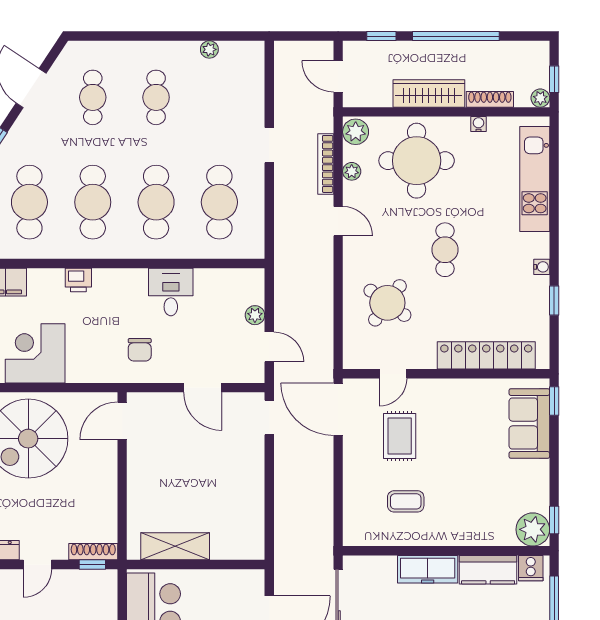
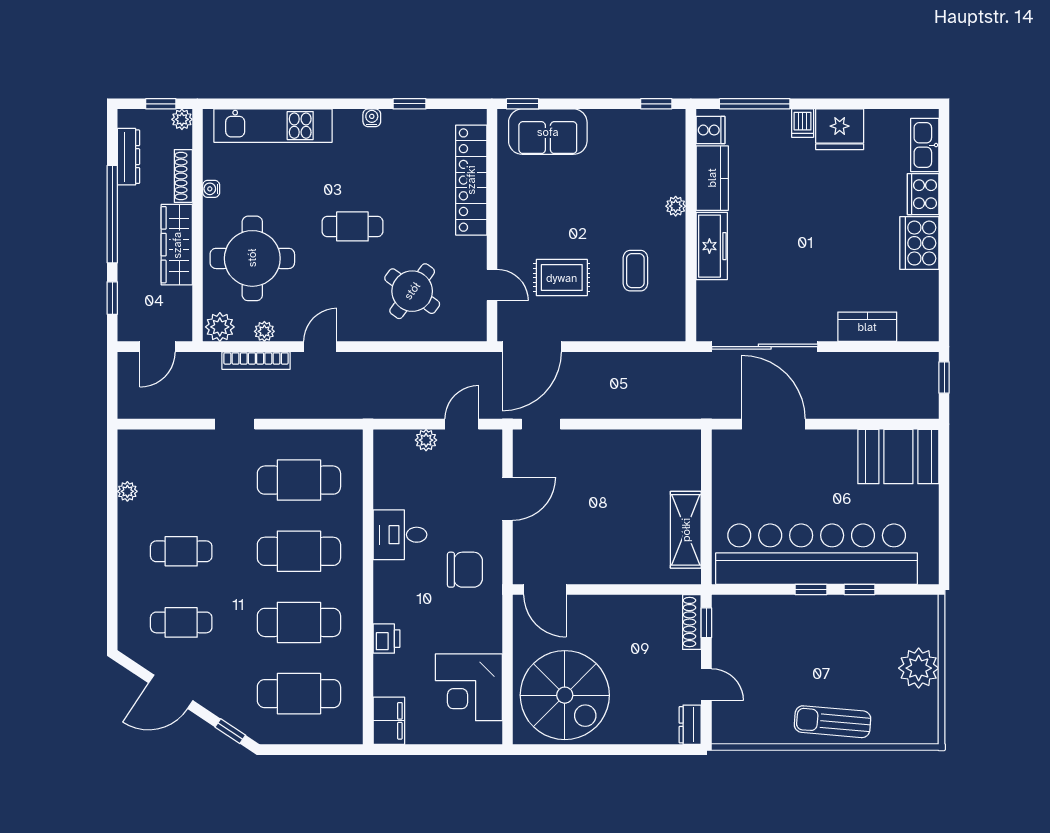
dresser: (507, 50) -> (128, 157), added
chair: (140, 350) -> (465, 570), width x1.37, depth x1.37
plant: (533, 529) -> (676, 206), moved, width x0.53, depth x0.53

